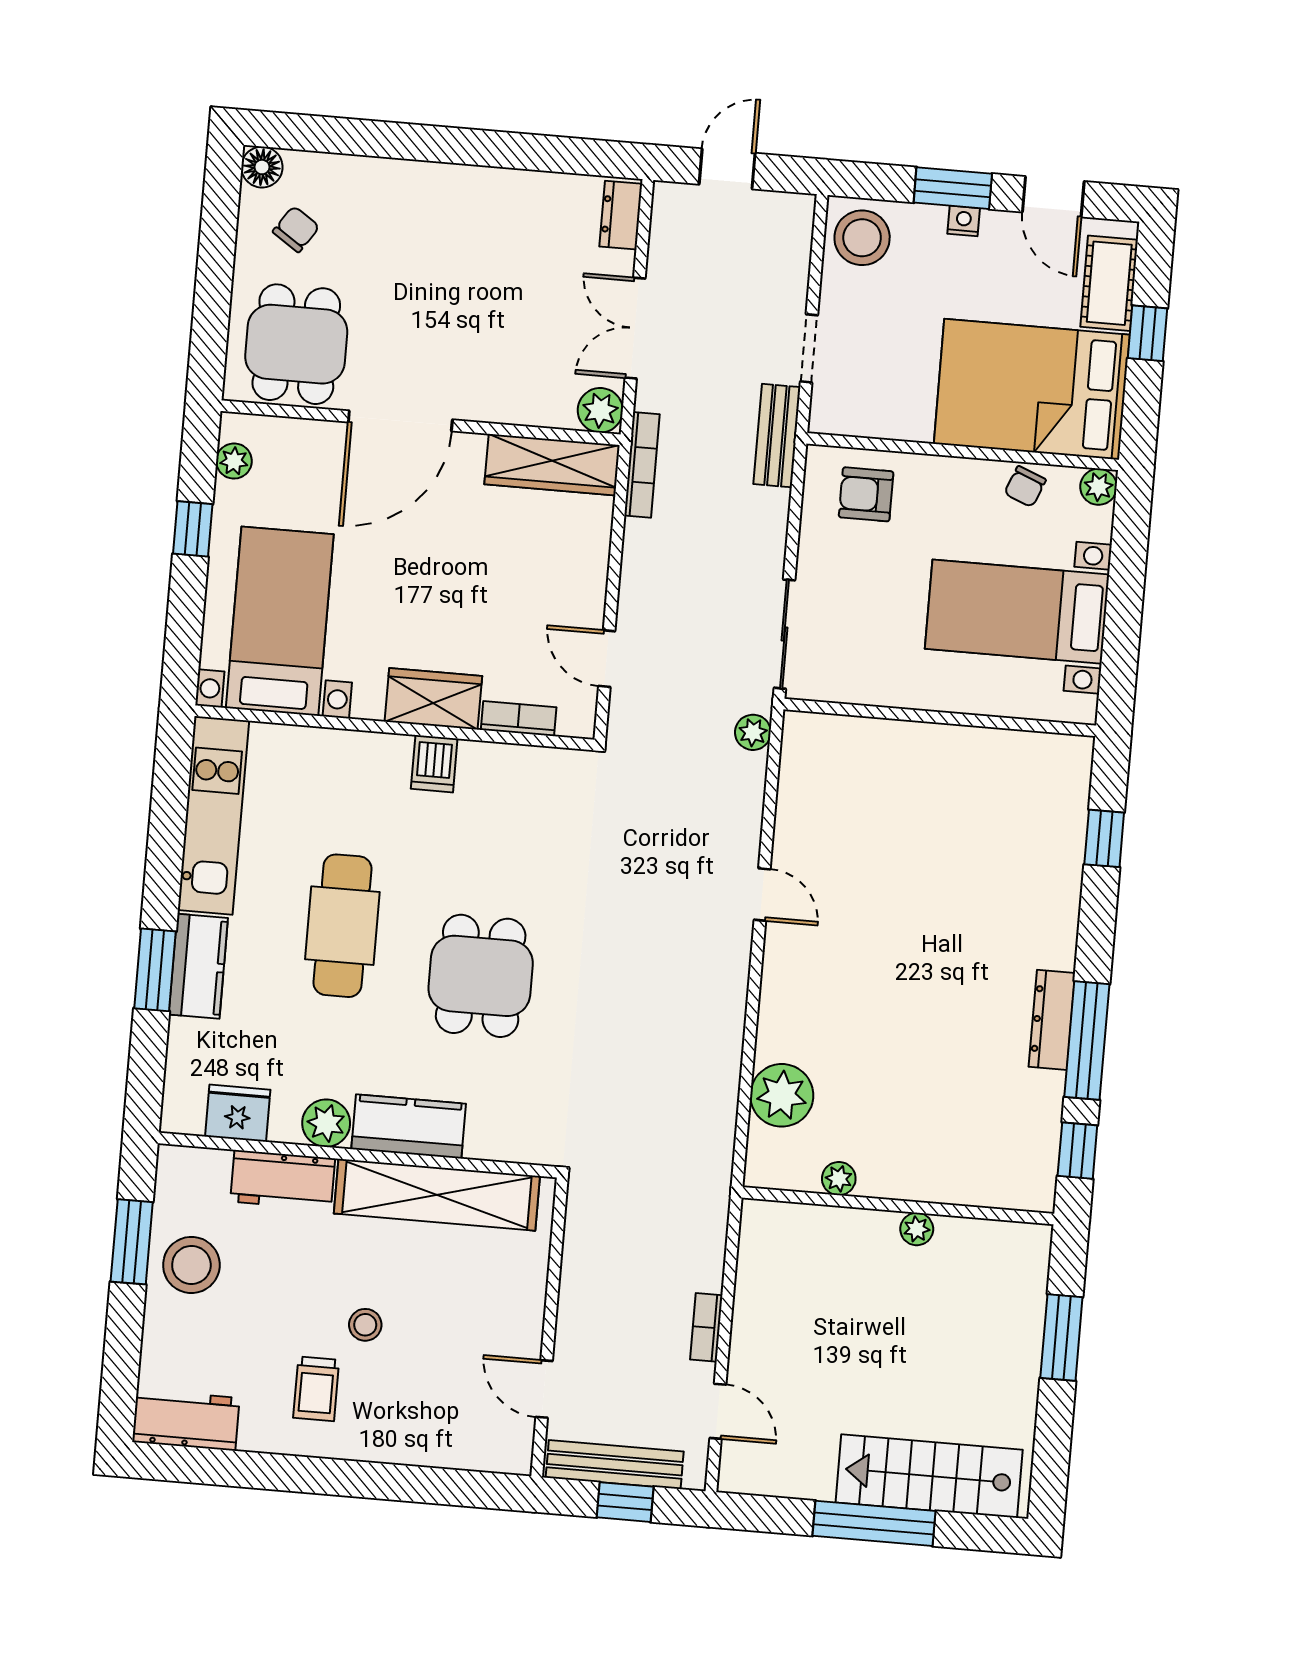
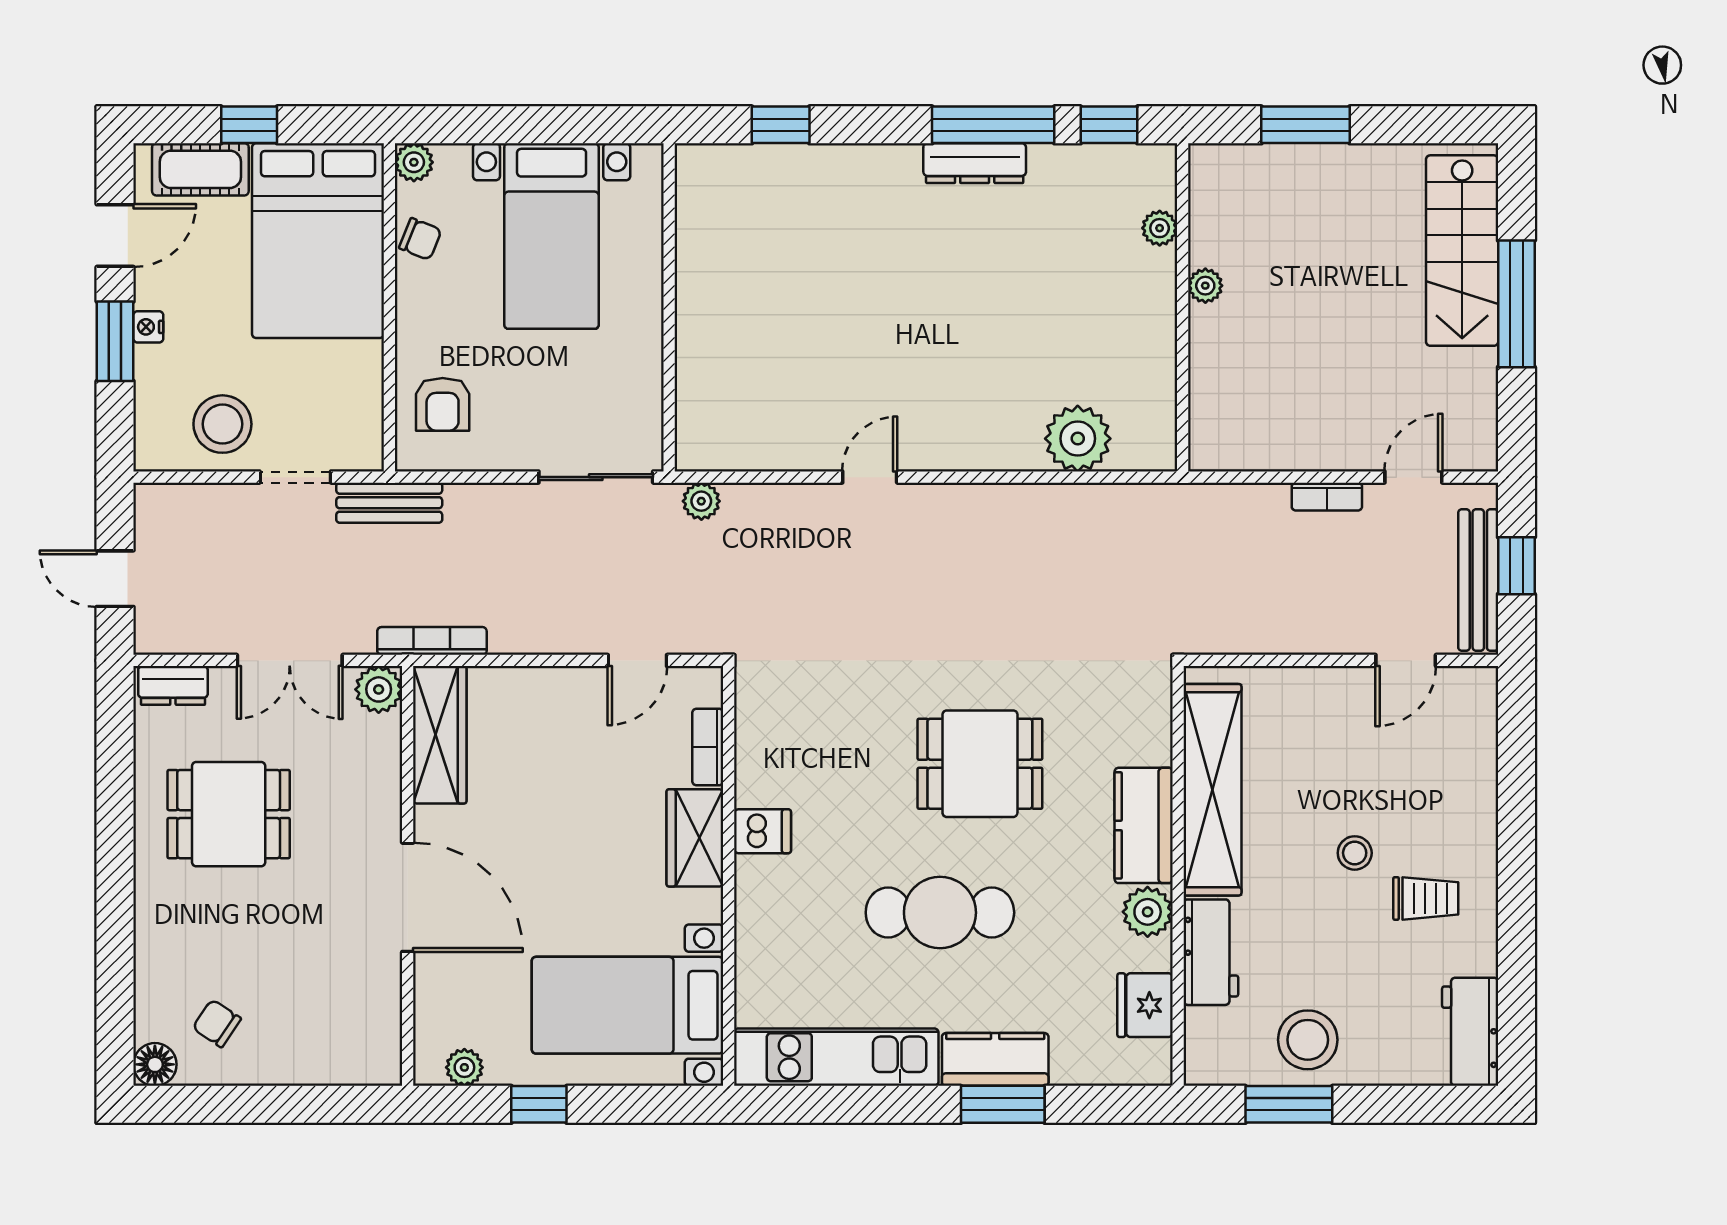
stool: (862, 238) -> (222, 424), moved
dining table: (296, 344) -> (229, 814), moved
plant: (839, 1179) -> (1160, 228), moved

